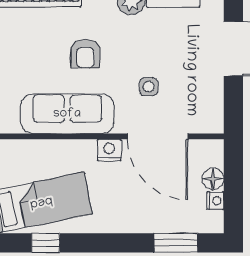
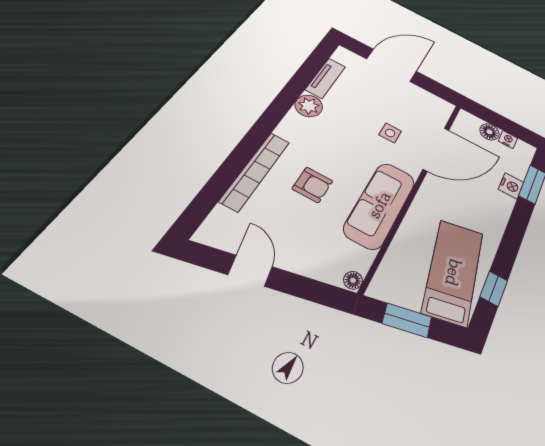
armchair: (85, 54) -> (312, 185), moved
nightstand: (109, 150) -> (511, 186), moved, turned 180

